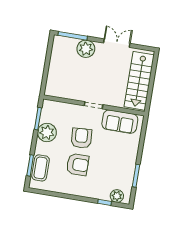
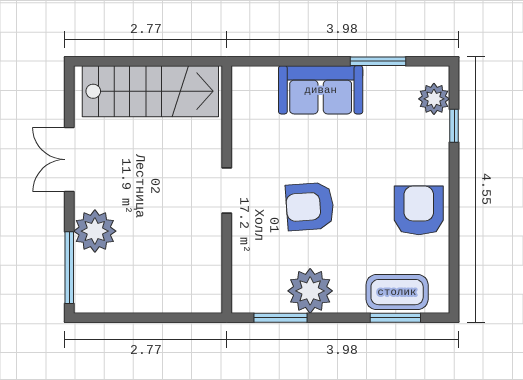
sofa: (120, 122) -> (321, 90), moved, turned 90
armchair: (78, 165) -> (419, 210), moved

